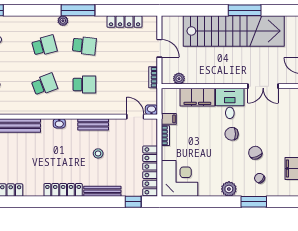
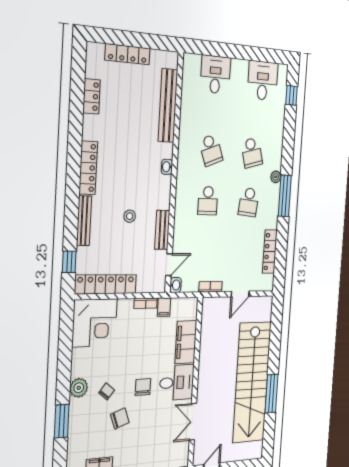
plant: (179, 79) -> (207, 319), removed
bench: (93, 124) -> (162, 230), moved
chair: (260, 178) -> (107, 391), moved

